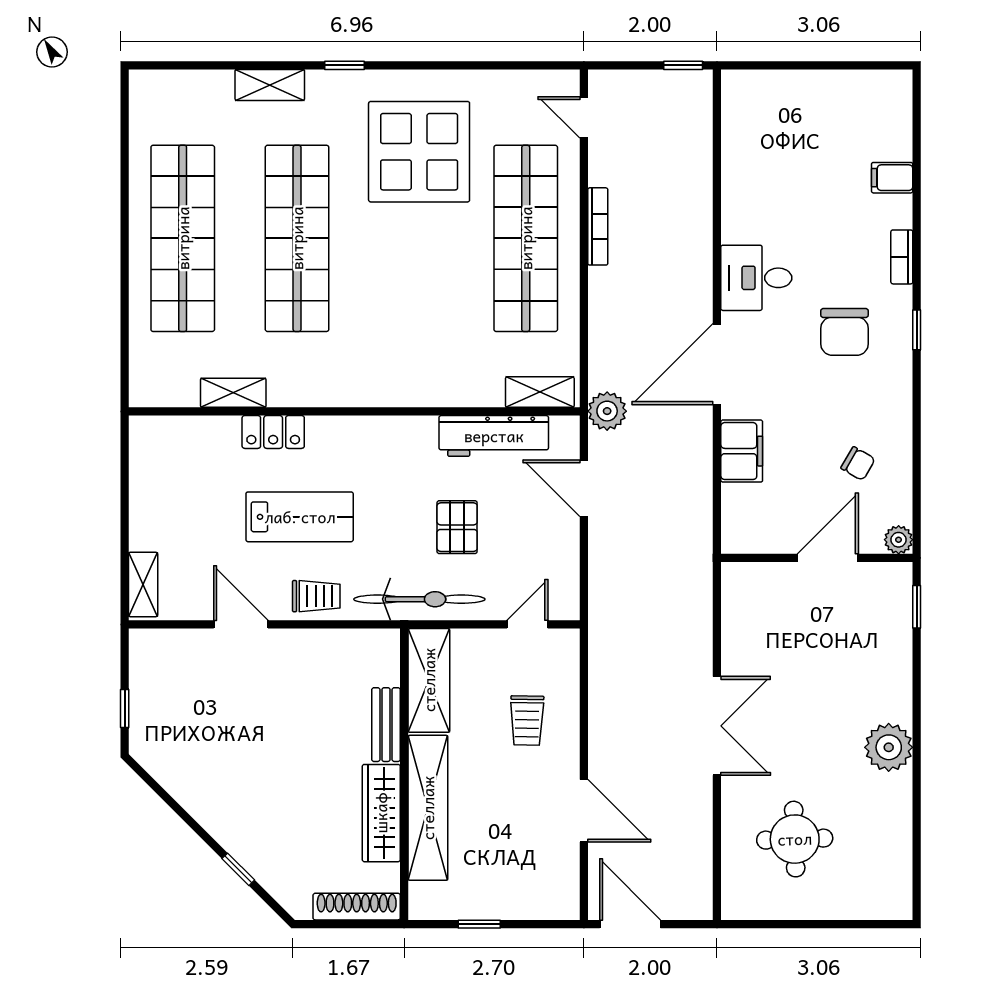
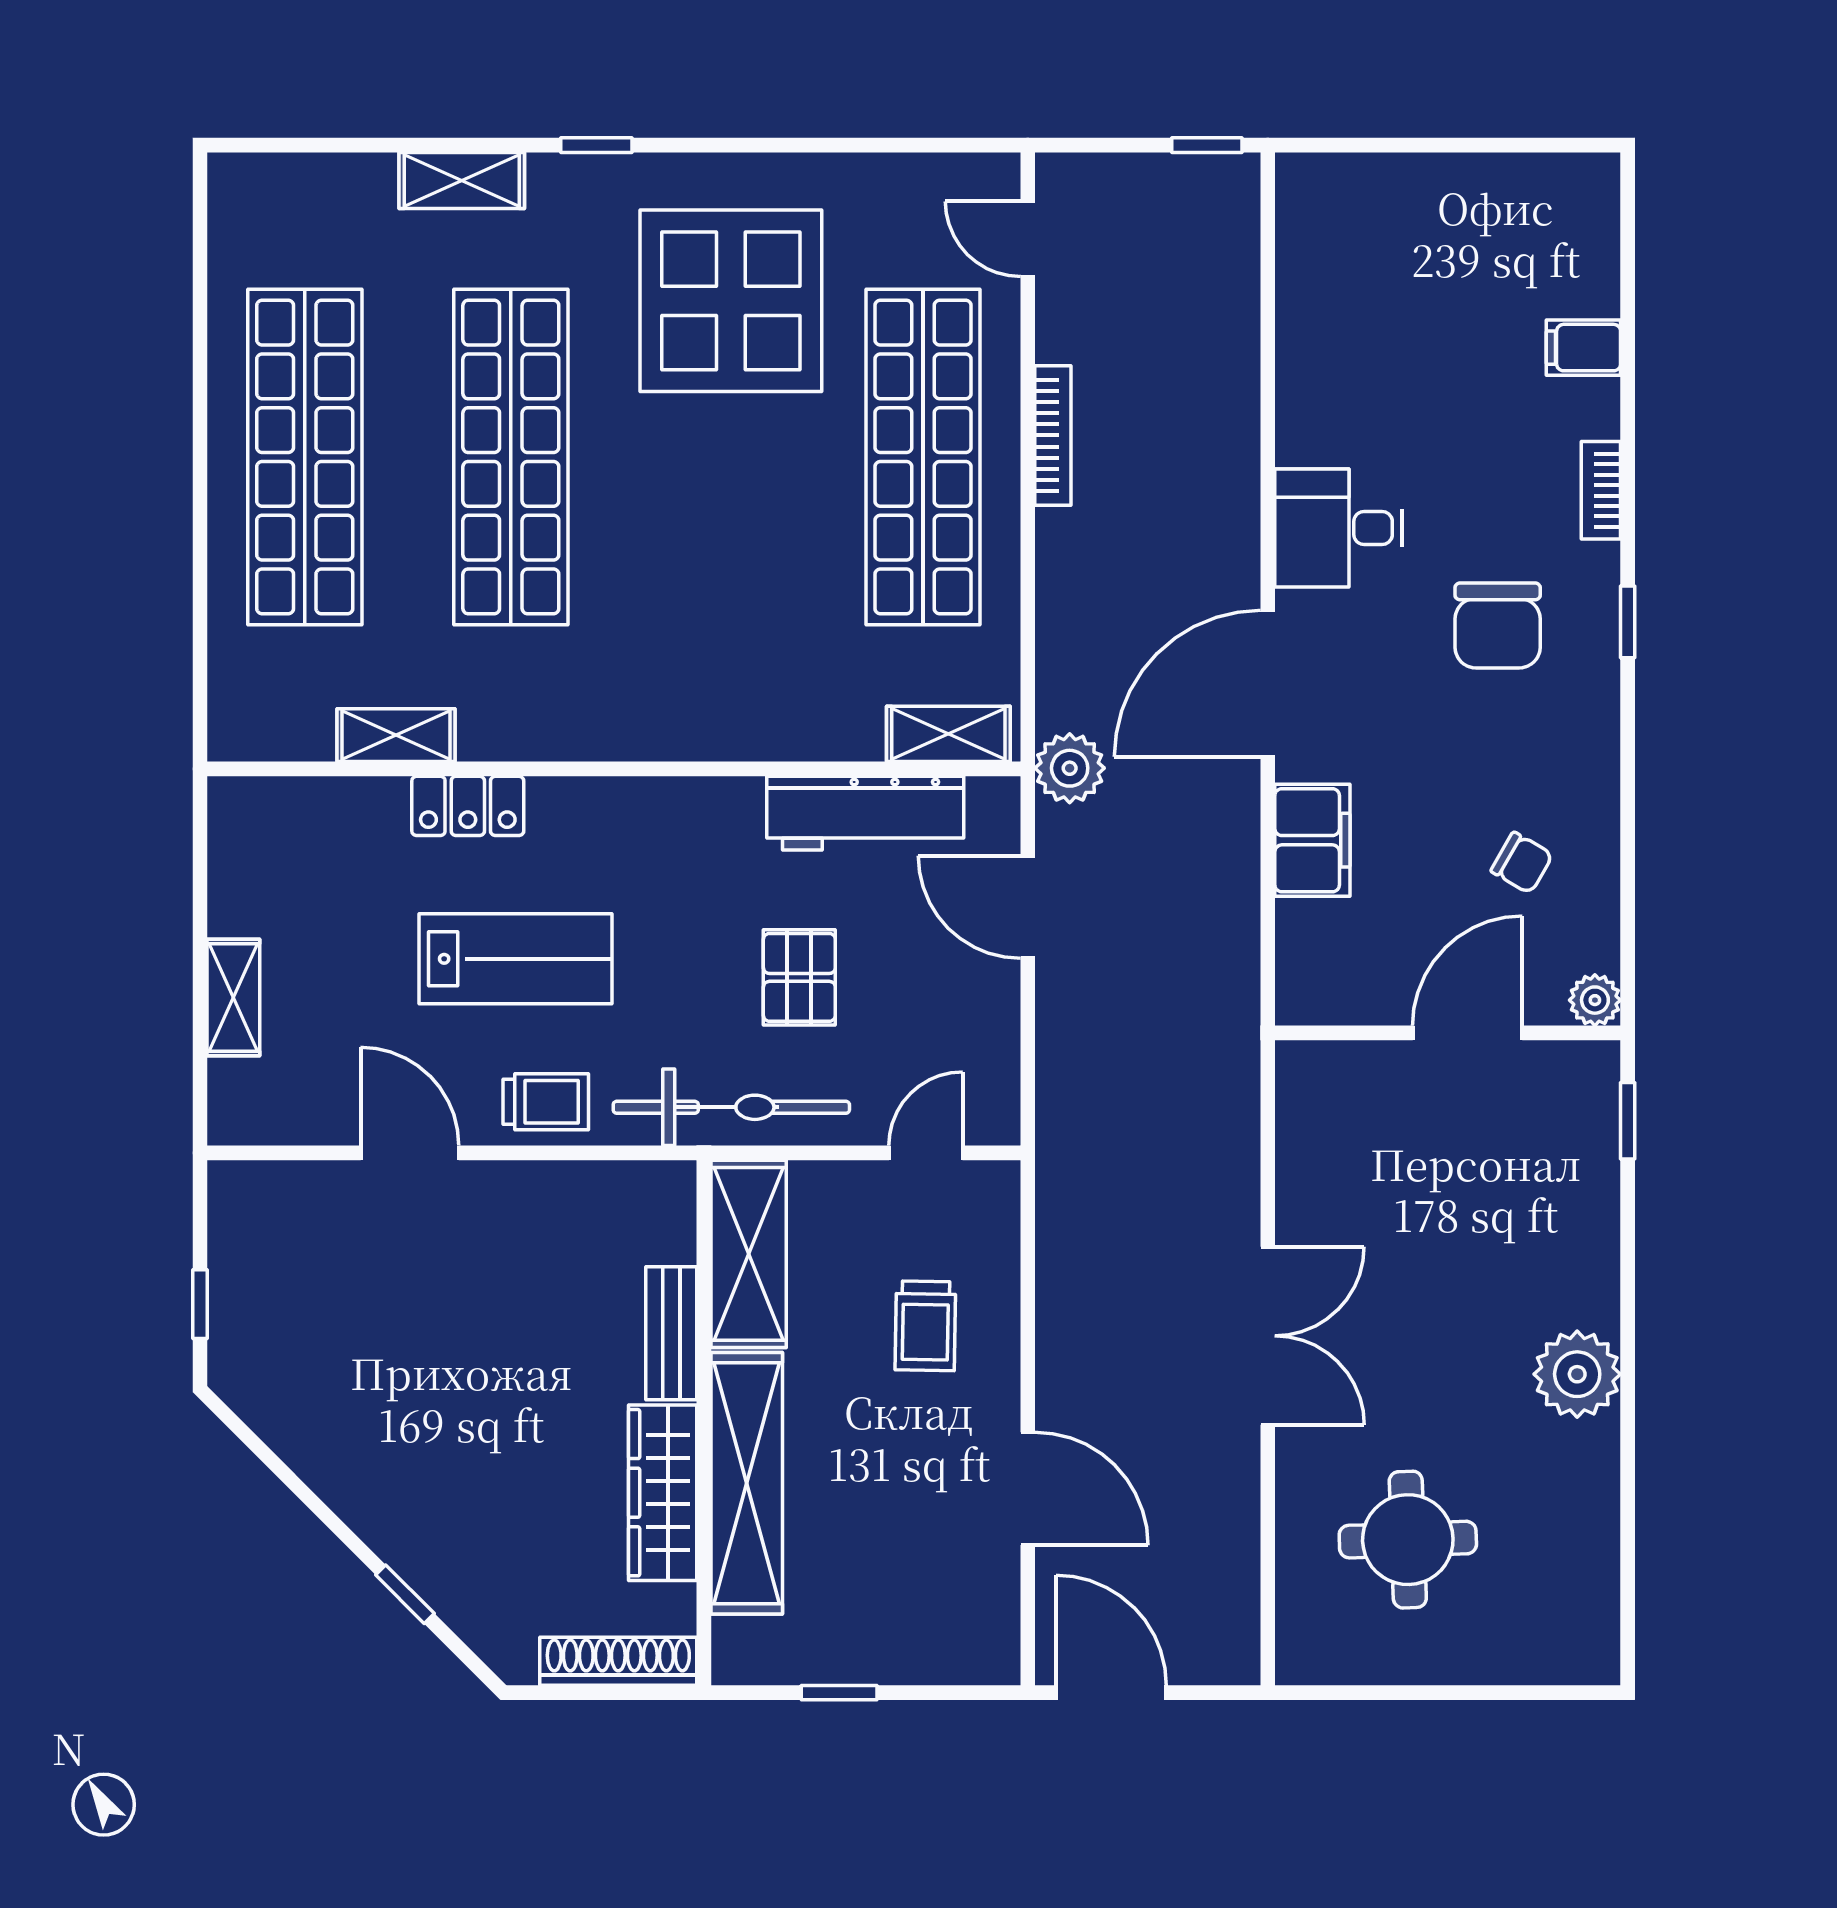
shelving: (143, 584) -> (233, 997), moved

